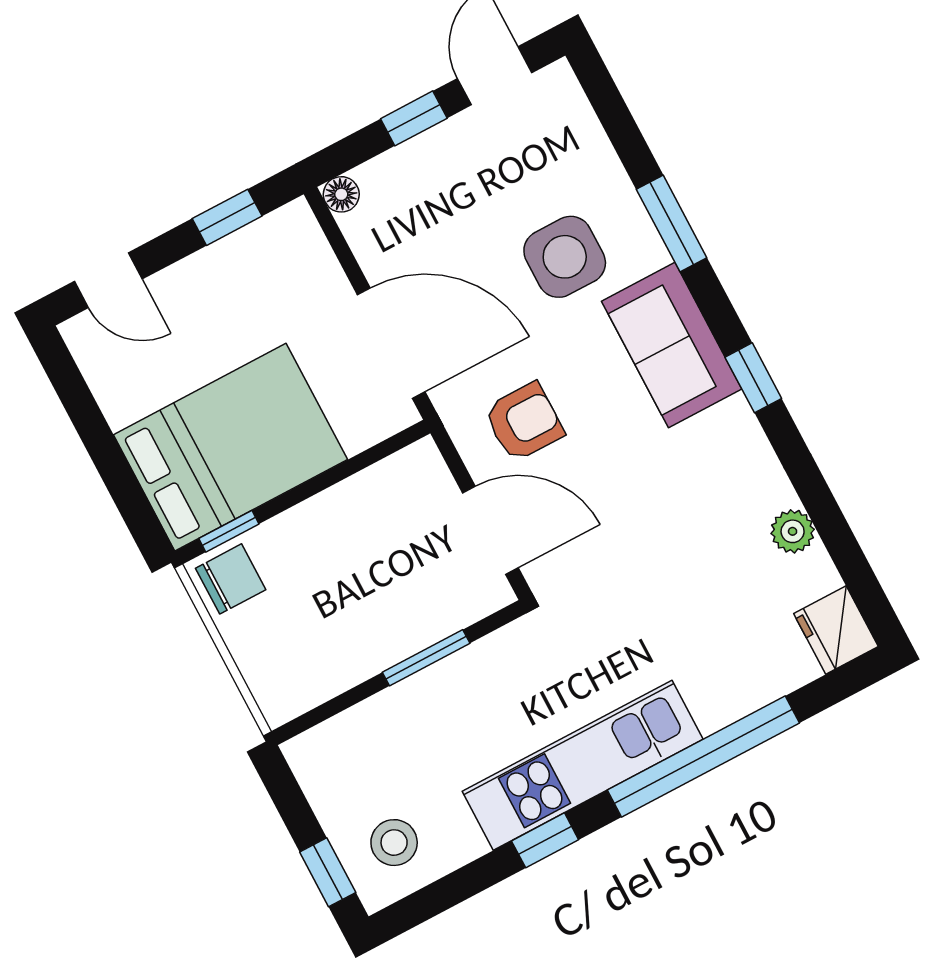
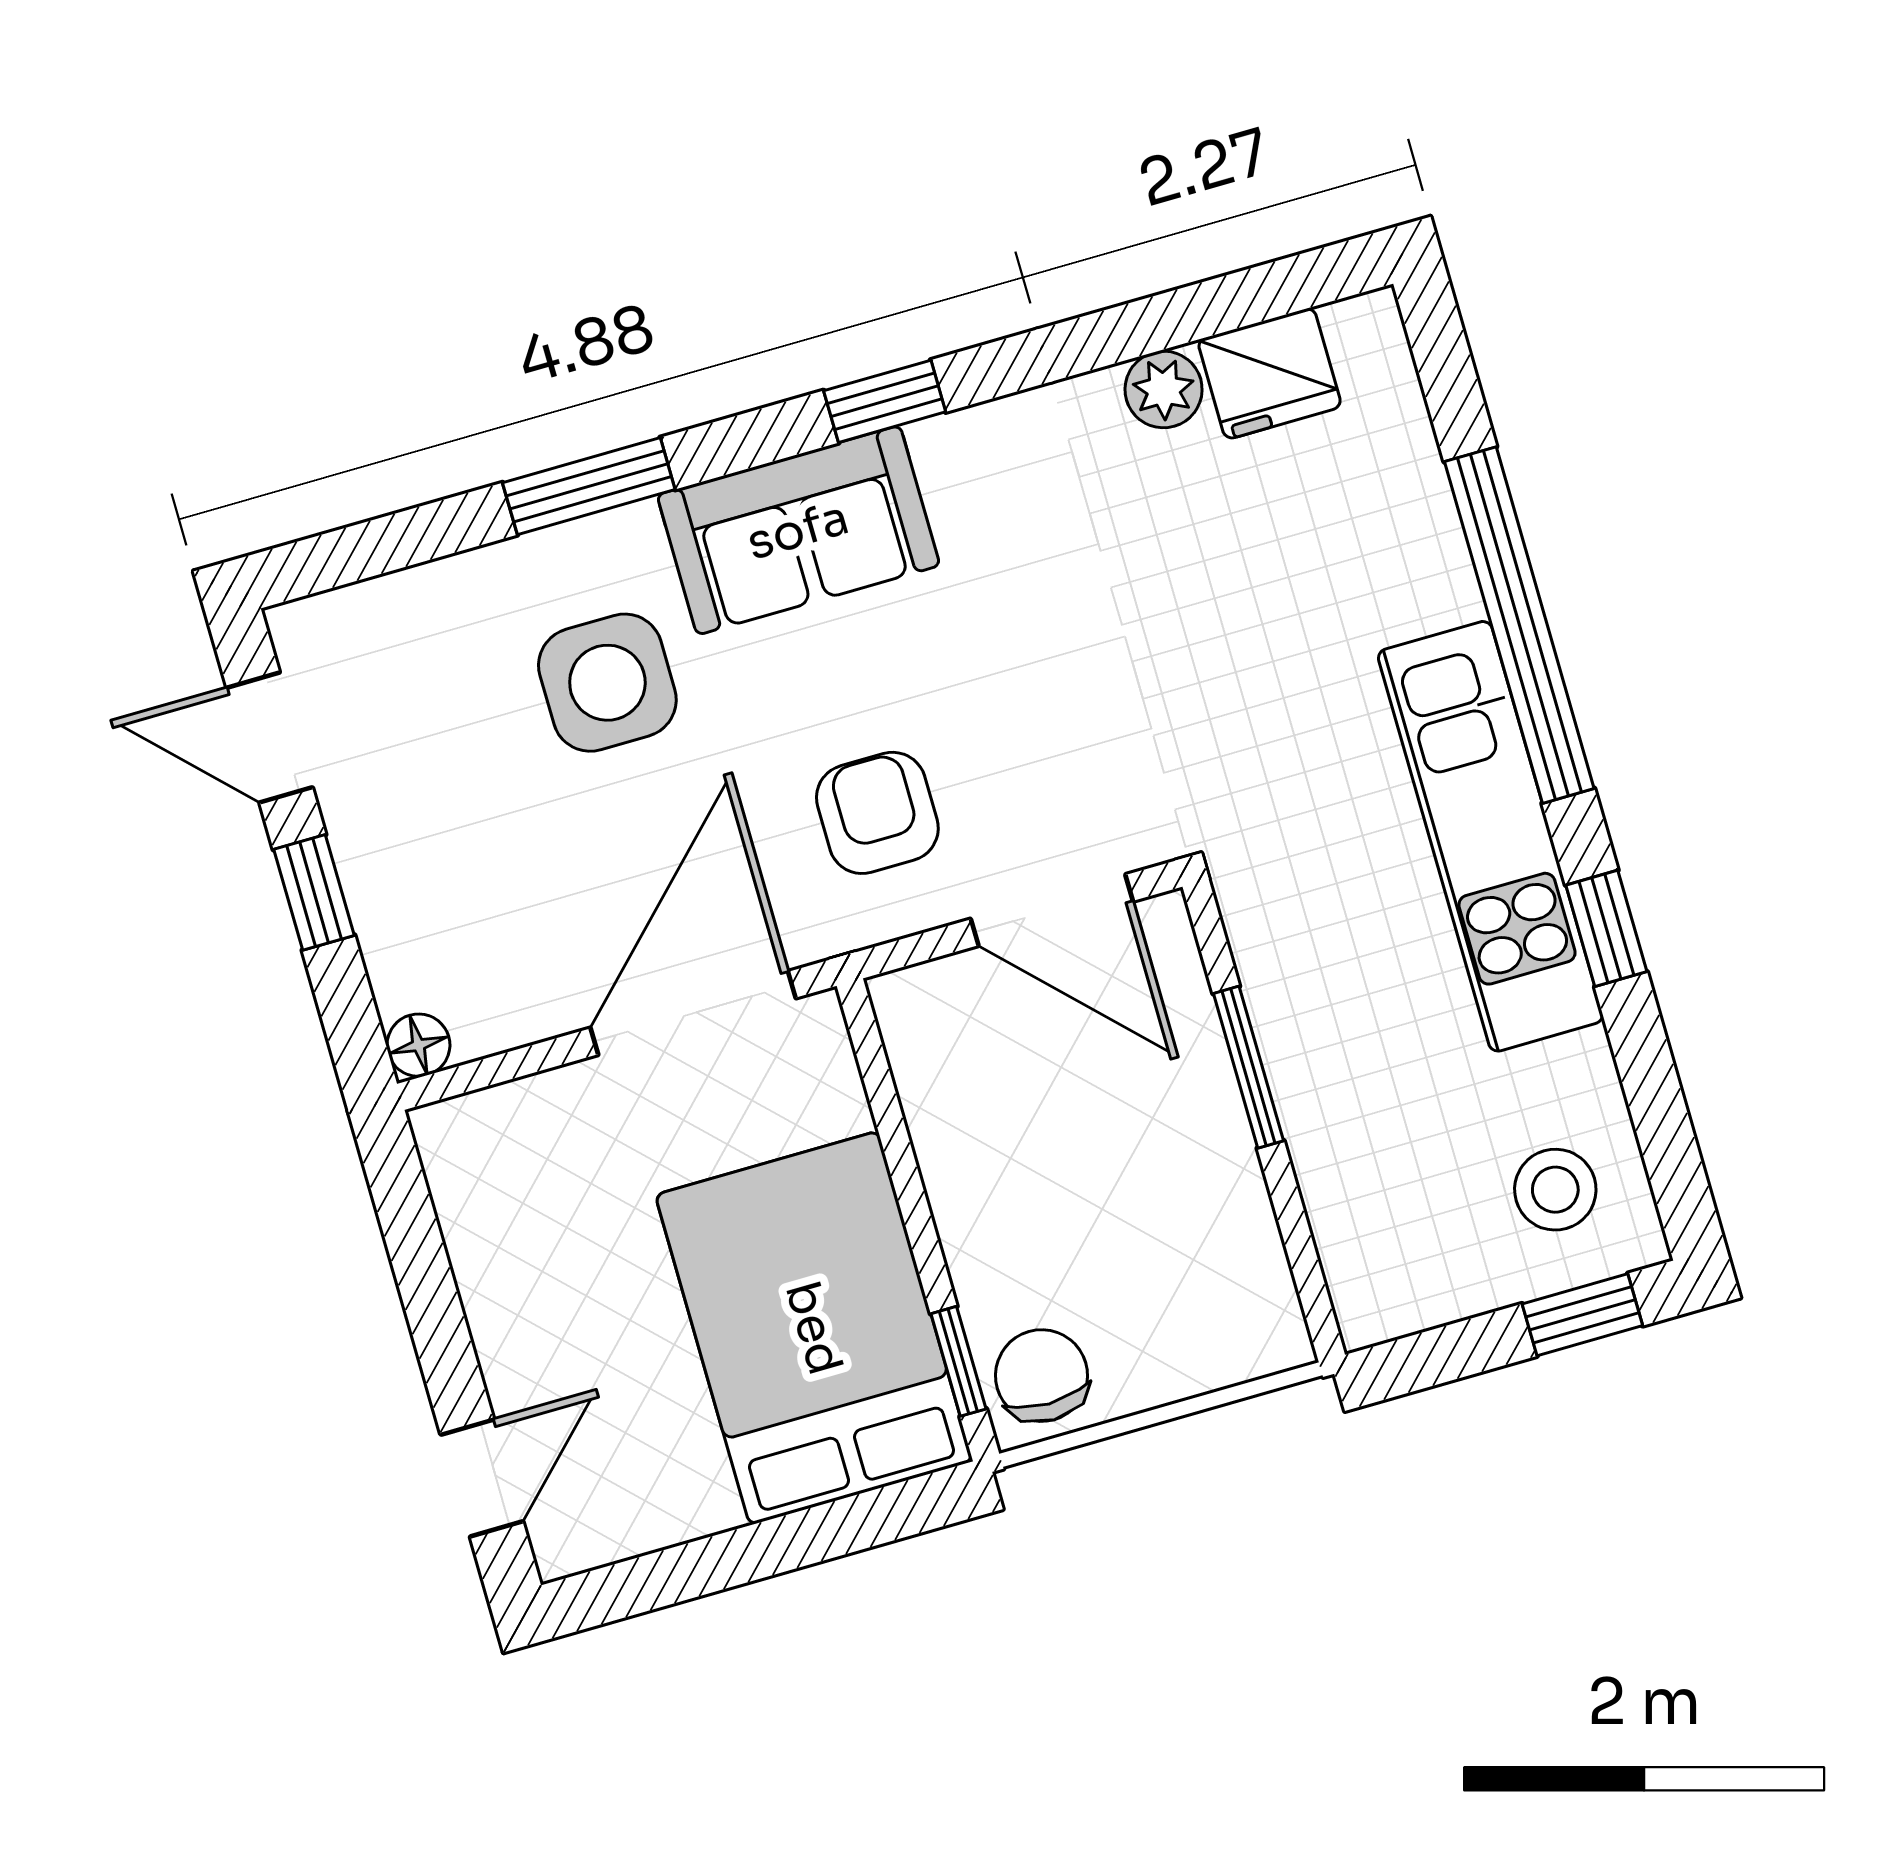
window: (227, 217) -> (417, 1250), removed
door: (490, 530) -> (1052, 910), swing flipped
fridge: (836, 630) -> (1270, 373), moved

